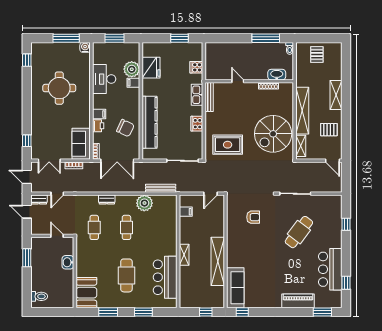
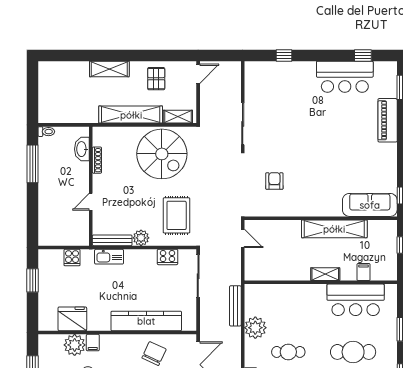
pallet: (317, 55) -> (55, 95), removed
plant: (211, 118) -> (141, 238), added
cooker: (197, 124) -> (168, 257), moved
filing cabinet: (186, 212) -> (364, 272), moved
cafe table: (299, 232) -> (295, 119), removed

